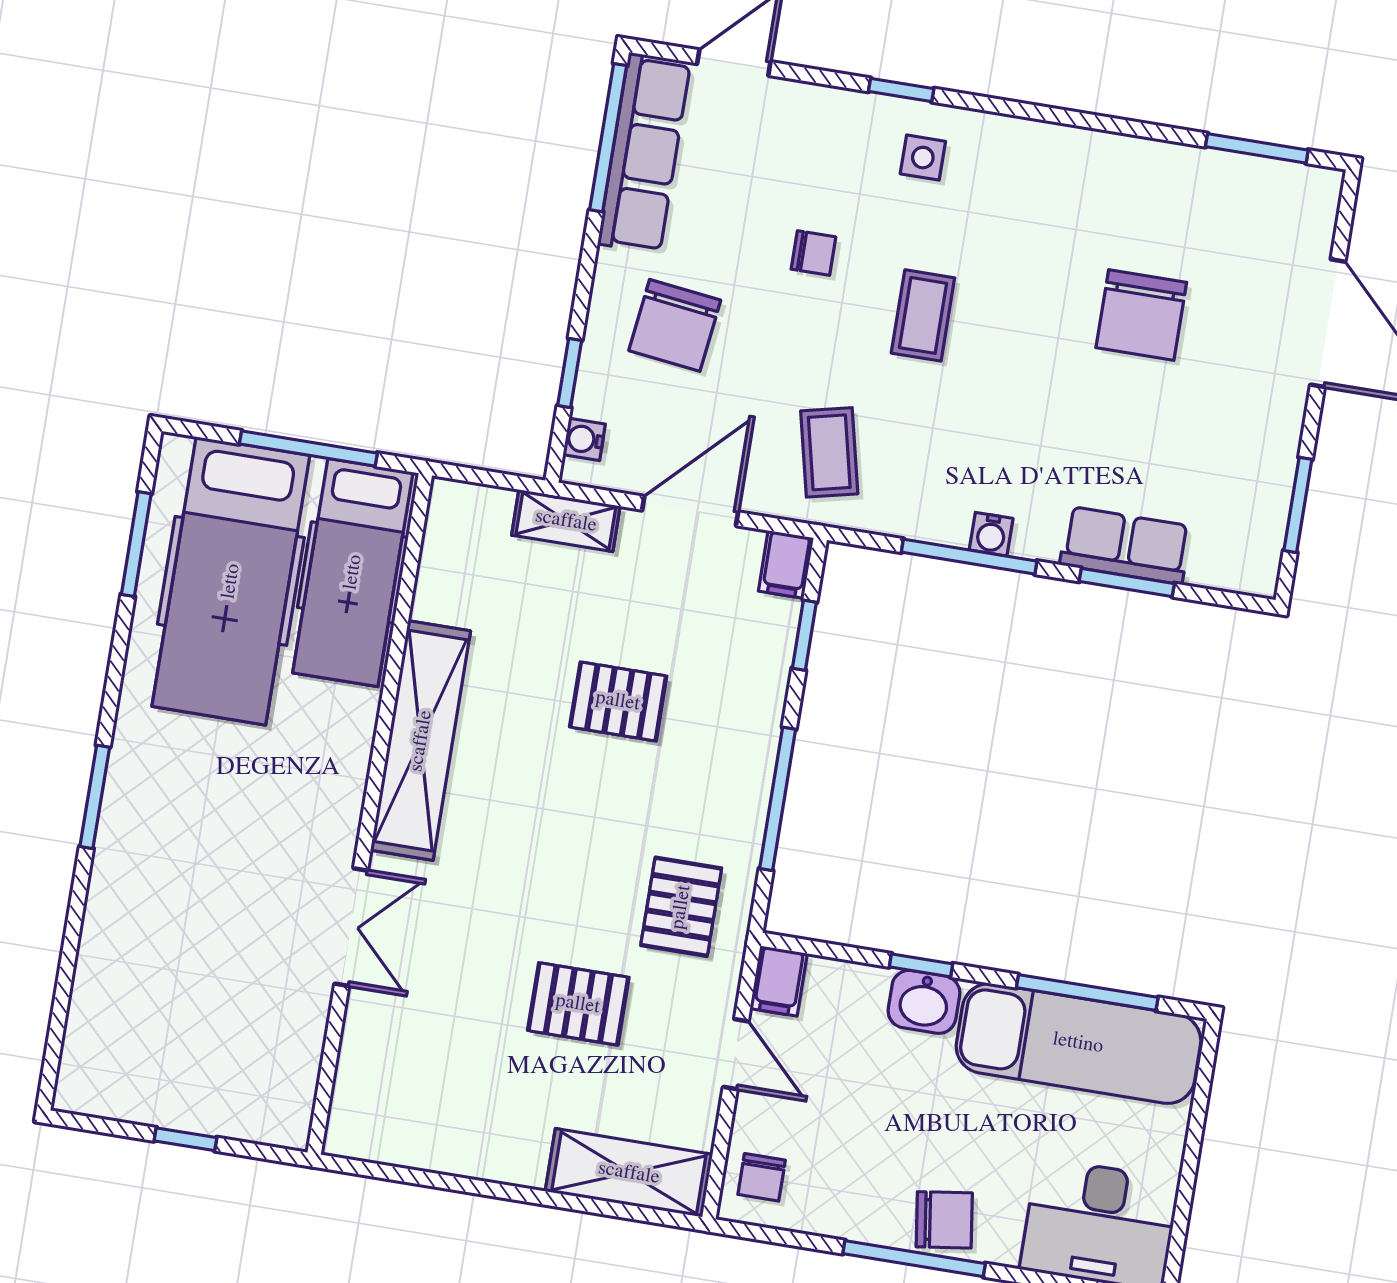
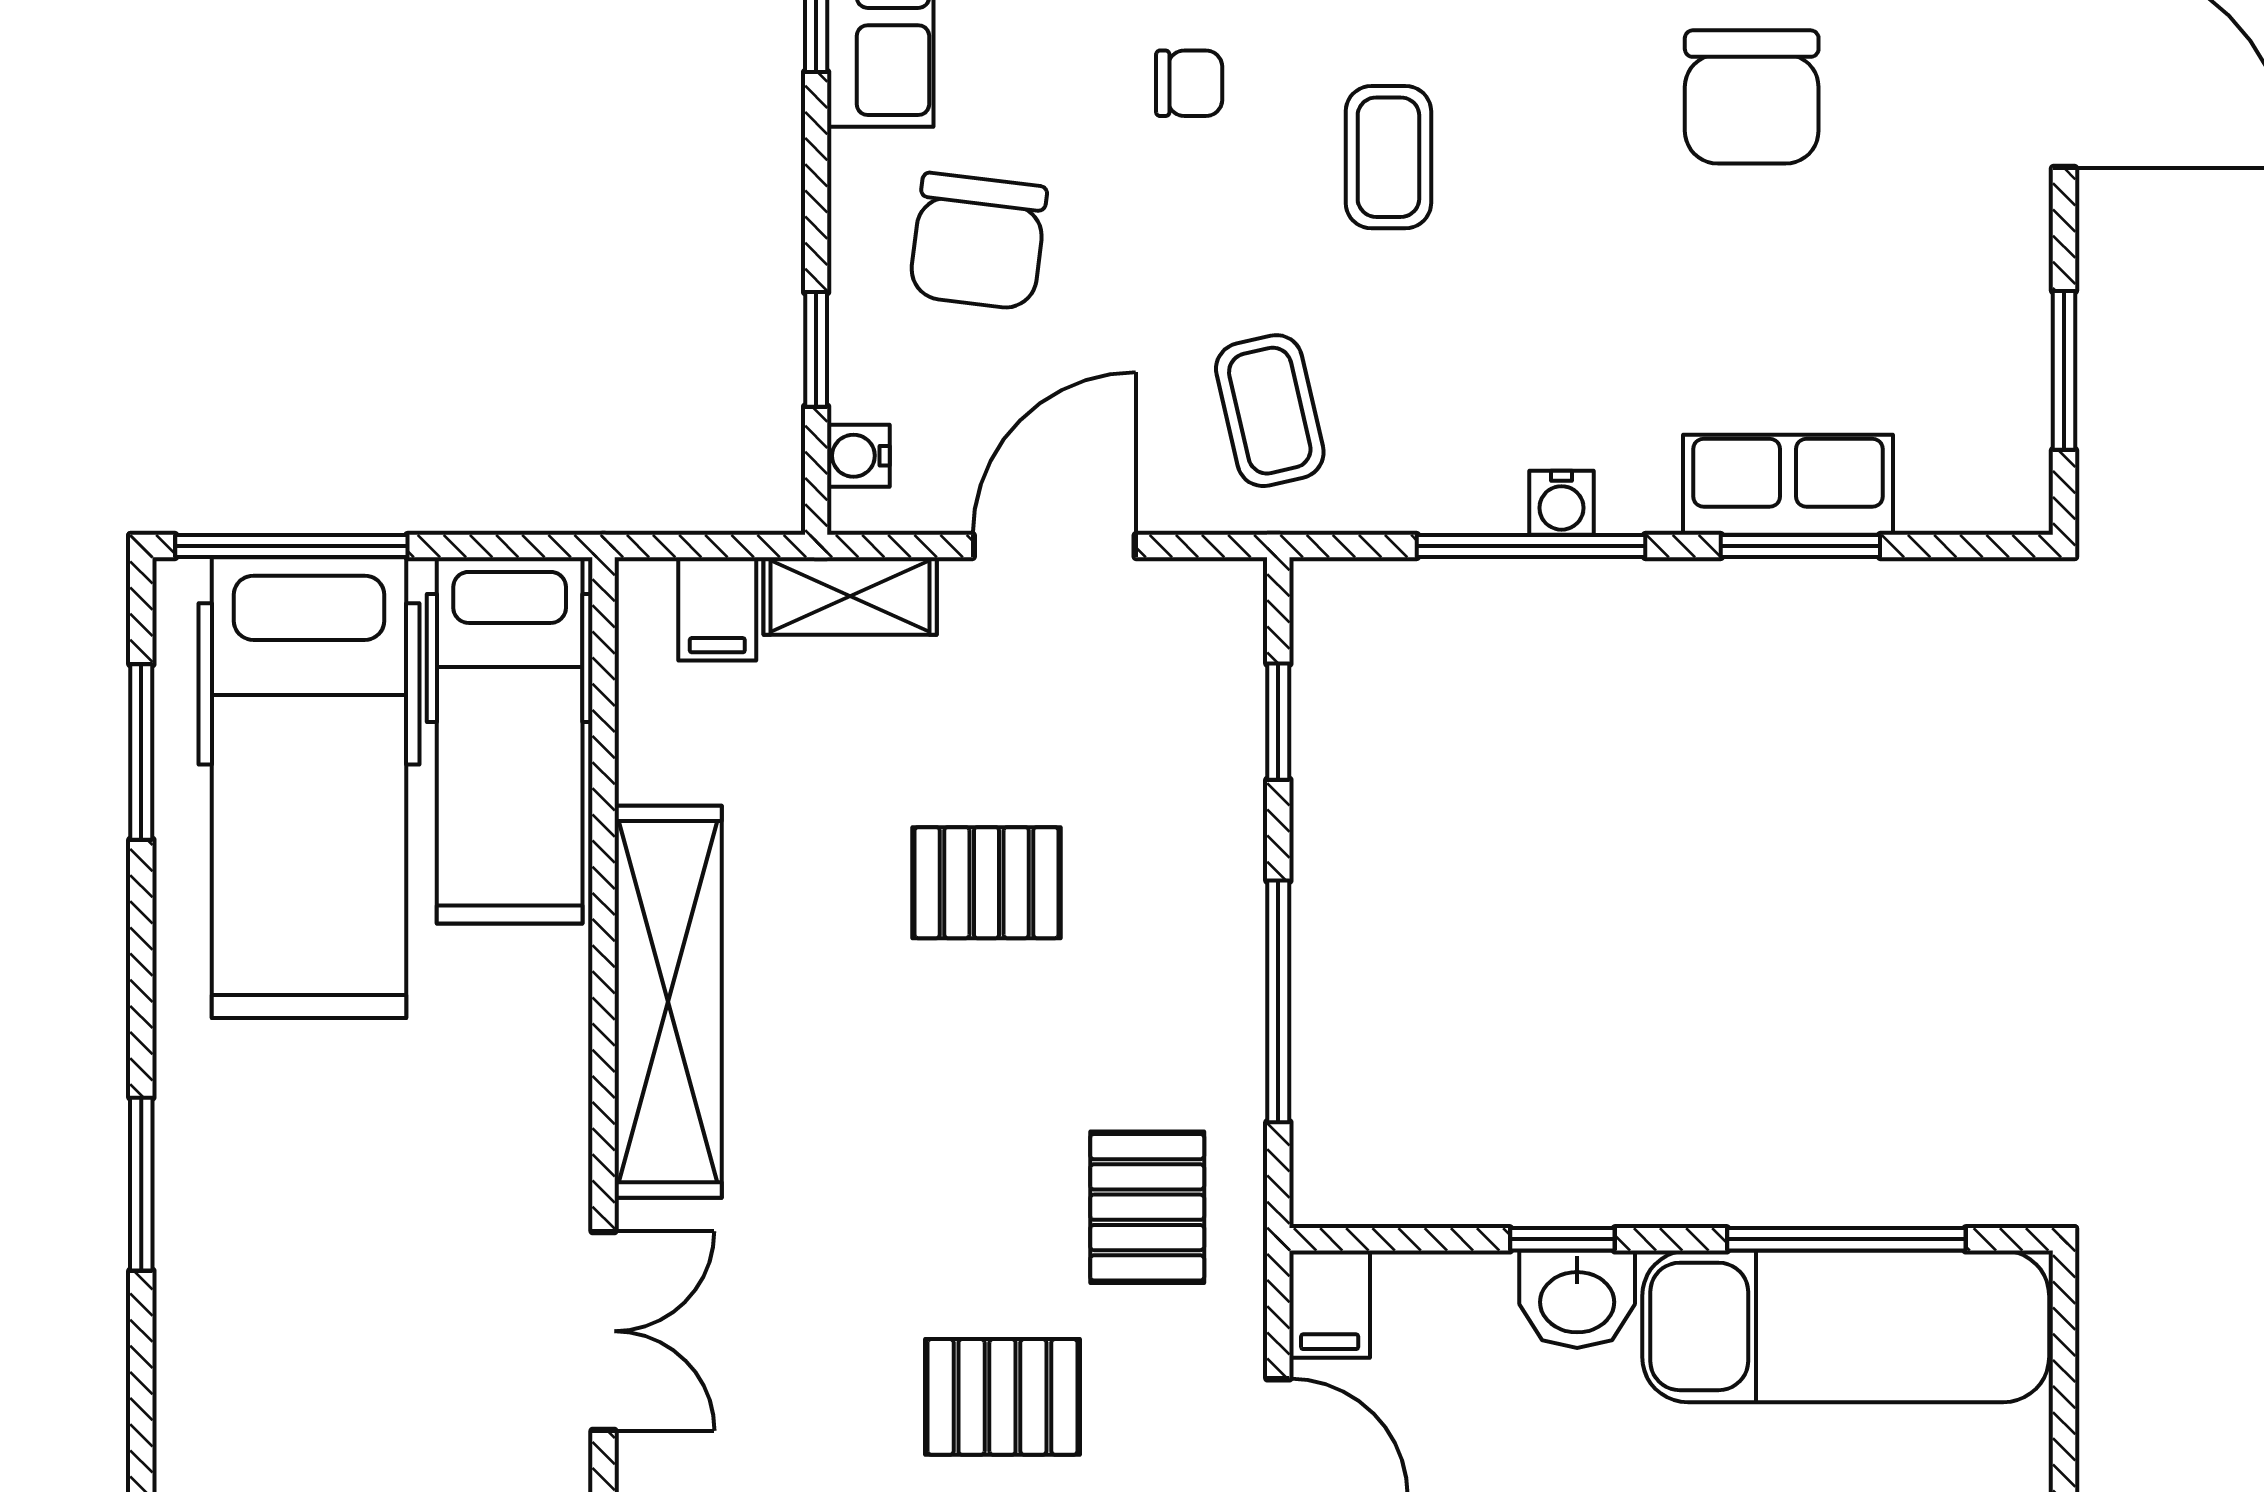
window: (308, 448) -> (291, 546), moved
filing cabinet: (786, 564) -> (717, 609), moved

